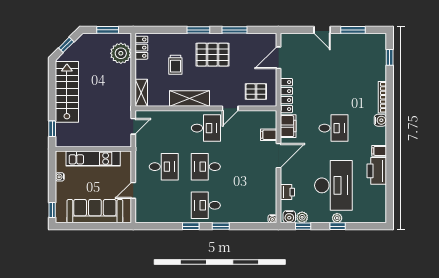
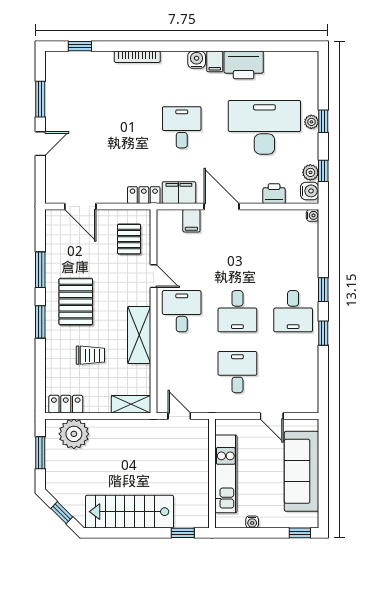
locker: (286, 96) -> (144, 195), width x0.66
water cooler: (380, 120) -> (197, 60), moved

